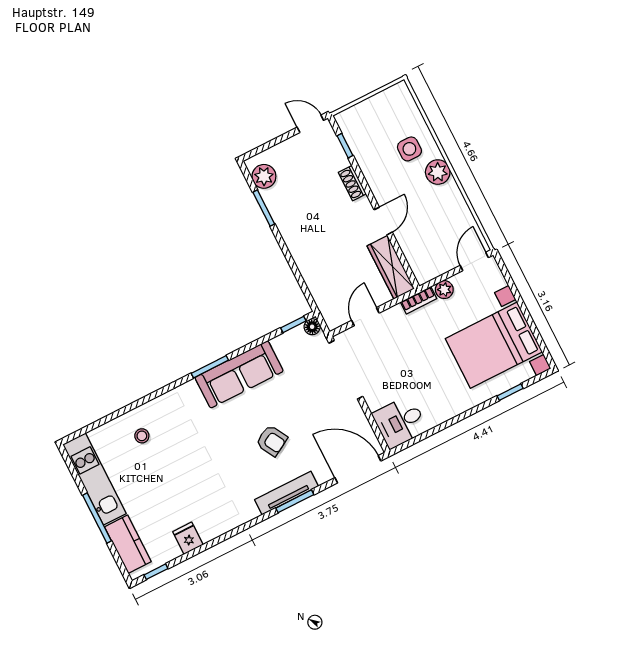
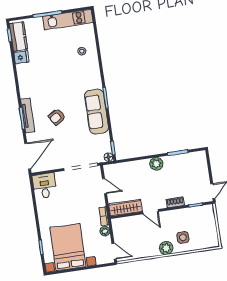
plant: (264, 176) -> (156, 164), moved
kitchen counter: (128, 544) -> (18, 37), moved, turned -90

